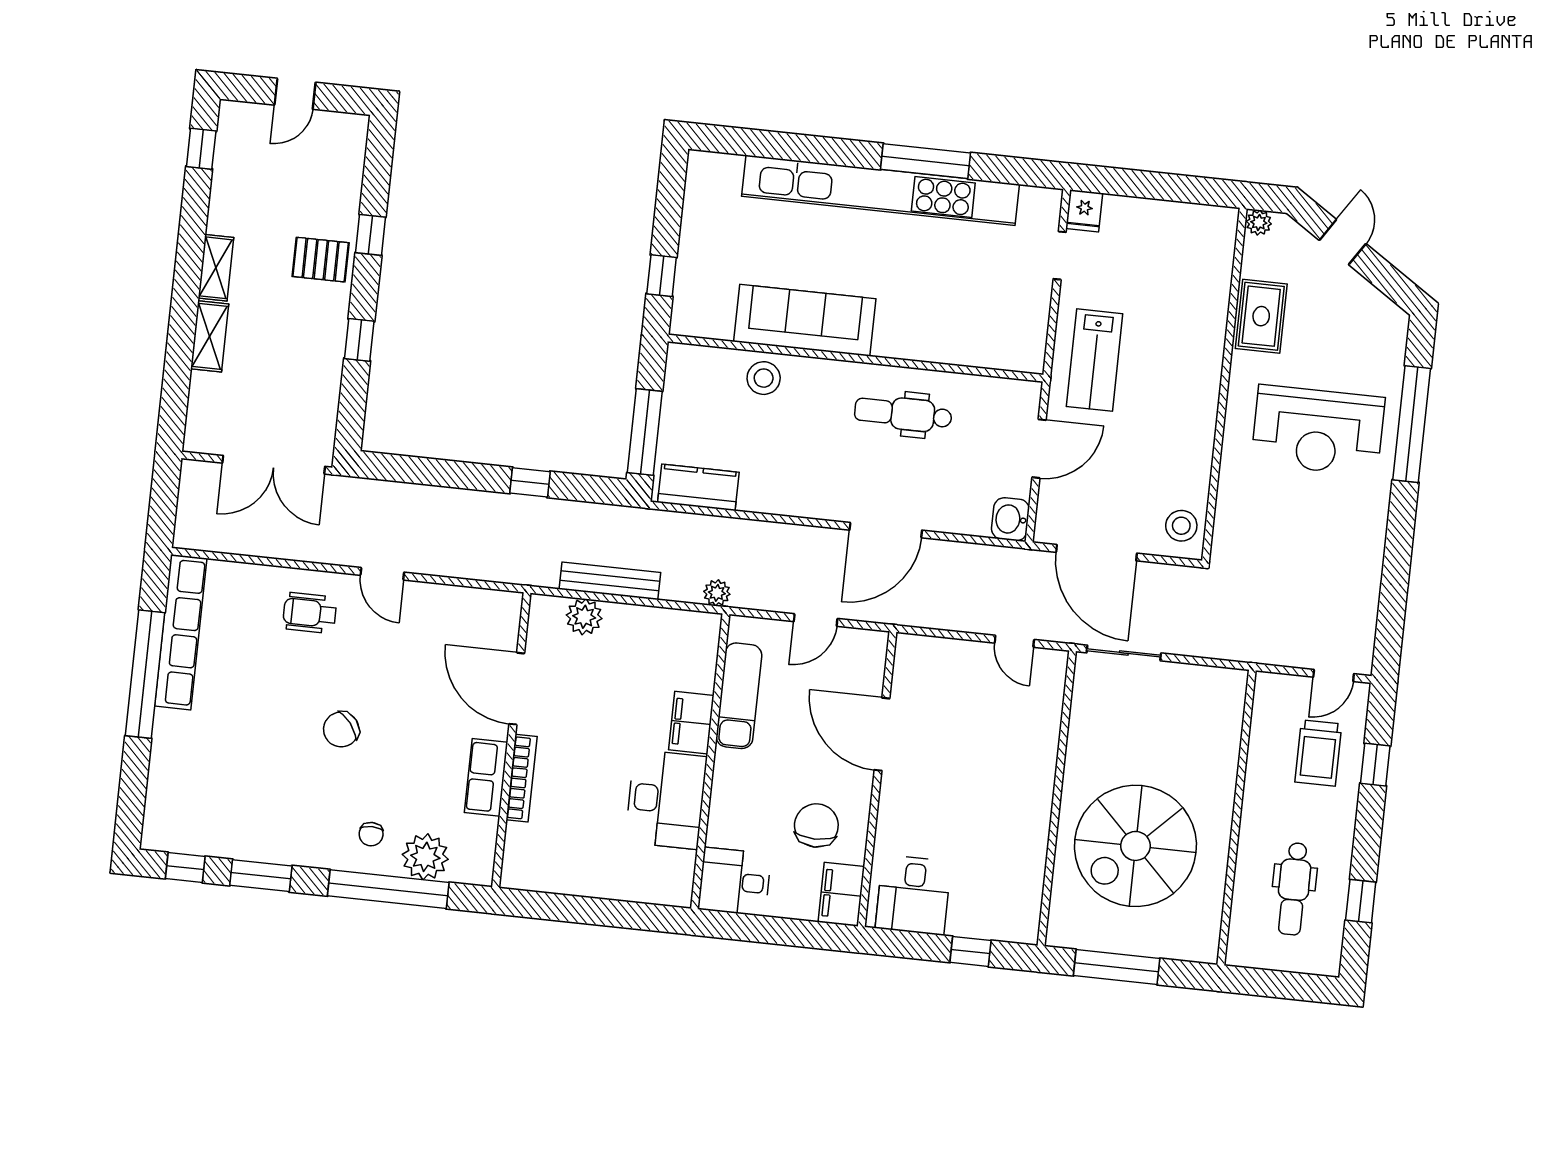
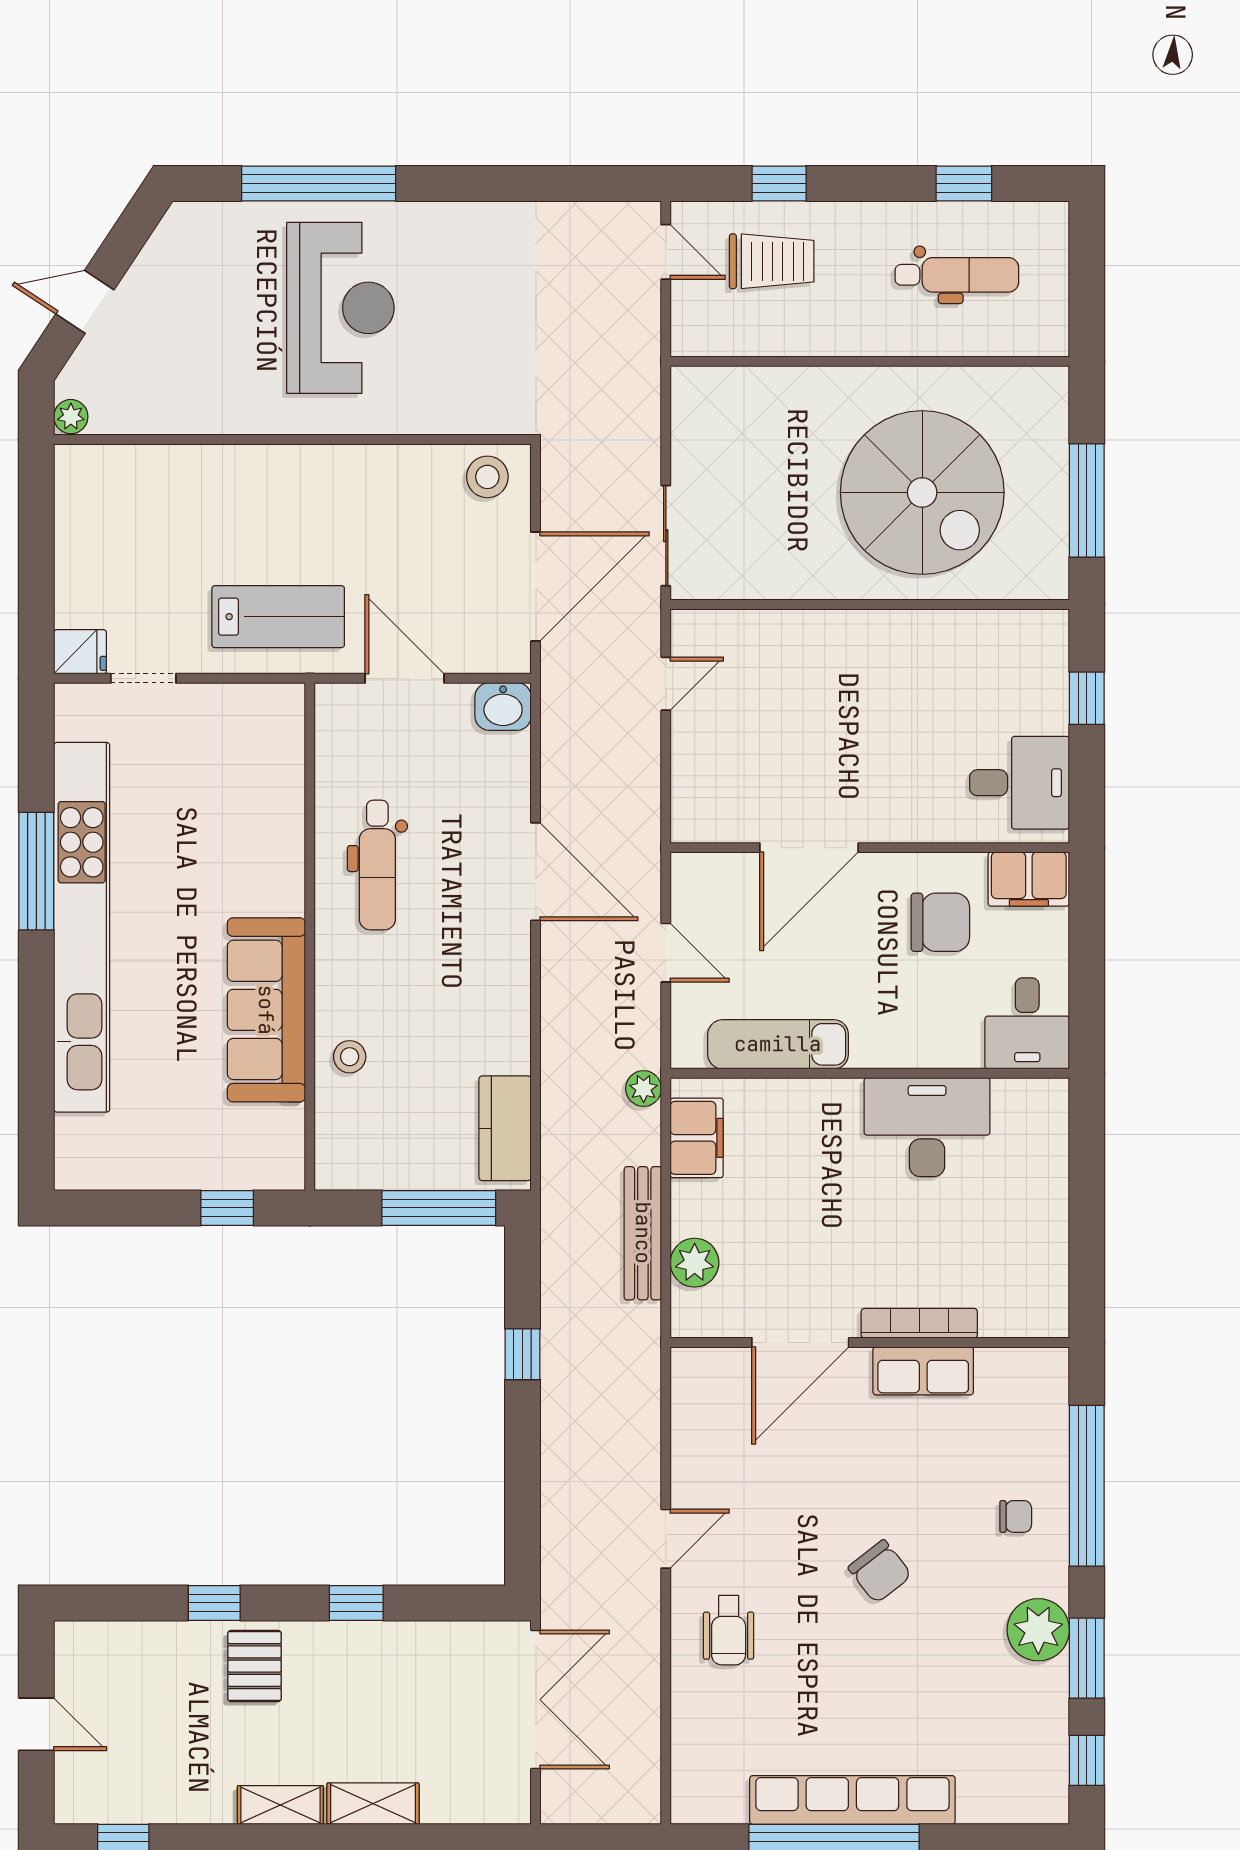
rug: (1261, 316) -> (196, 400), removed
stool: (764, 378) -> (350, 1057), width x0.73, depth x0.73
row of seats: (181, 632) -> (852, 1800), moved
filing cabinet: (691, 723) -> (697, 1138), moved, turned -90
chair: (816, 825) -> (940, 922), turned 180
plant: (425, 857) -> (1038, 1630), moved

